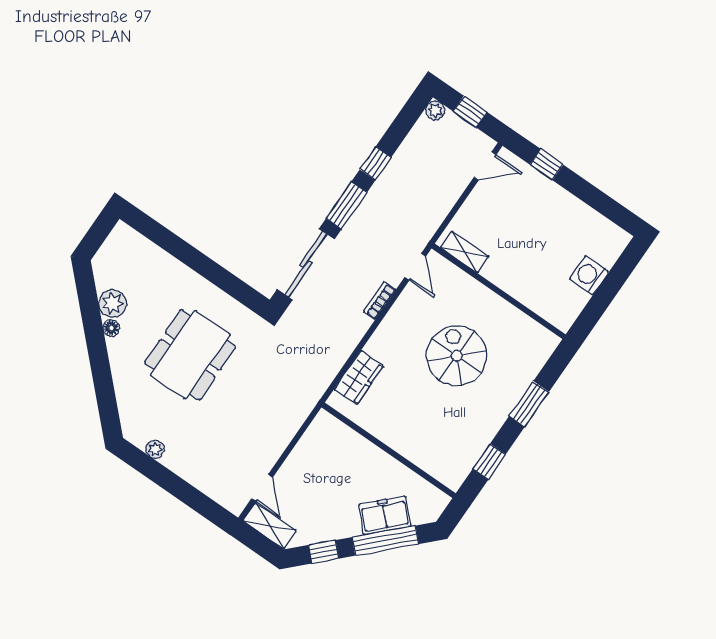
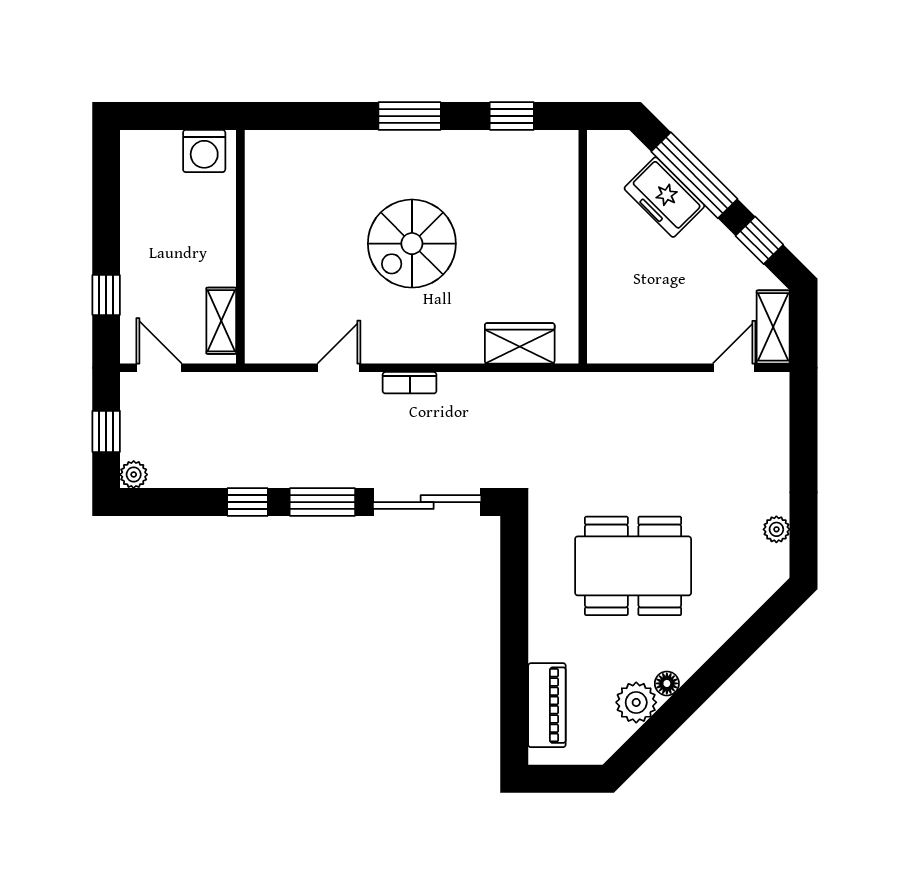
piano: (146, 252) -> (547, 705), added
shelving: (465, 252) -> (221, 321), moved
wall: (499, 291) -> (240, 247), moved

